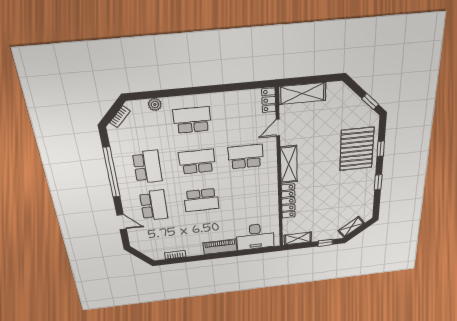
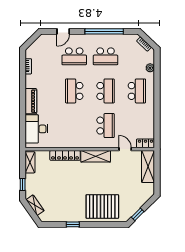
window: (381, 149) -> (101, 224), removed

